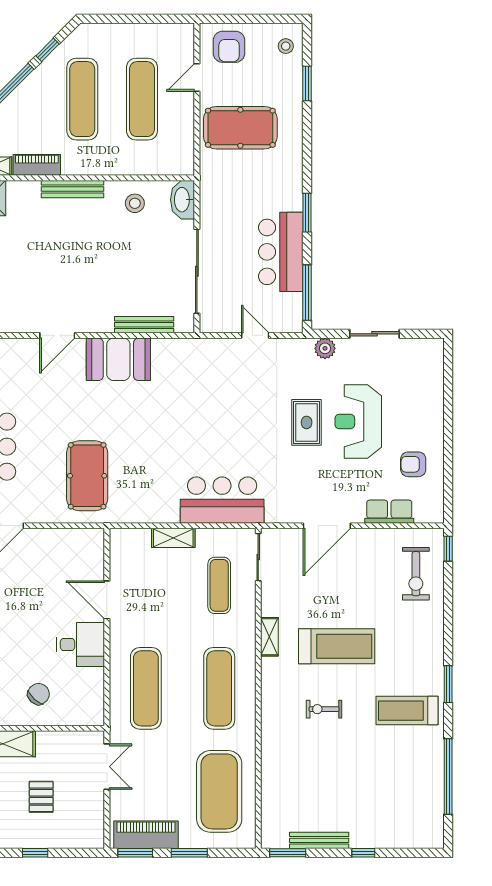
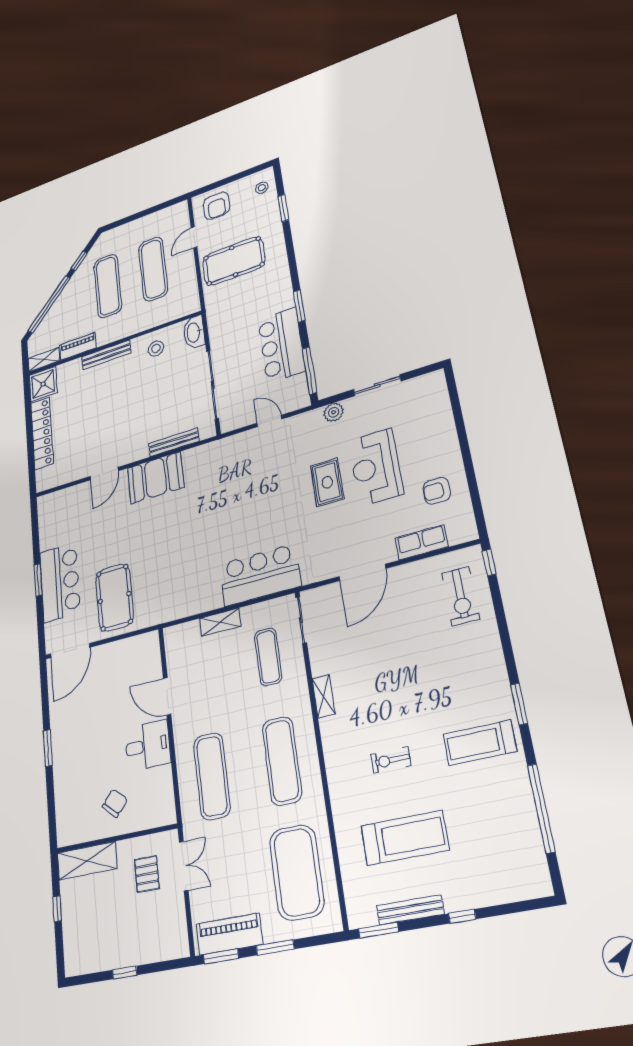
pool table: (87, 476) -> (114, 598), moved
treadmill: (337, 646) -> (405, 838), moved
pallet: (41, 797) -> (147, 874), moved

